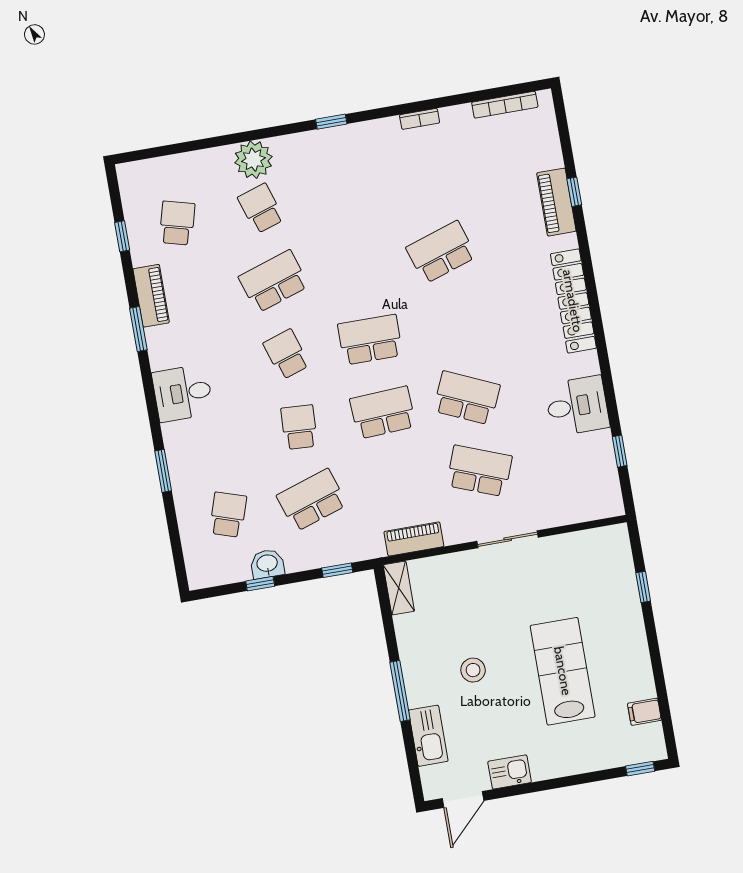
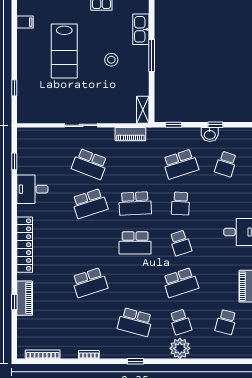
school desk: (345, 194) -> (135, 322), added
school desk: (467, 398) -> (90, 203), turned -42

